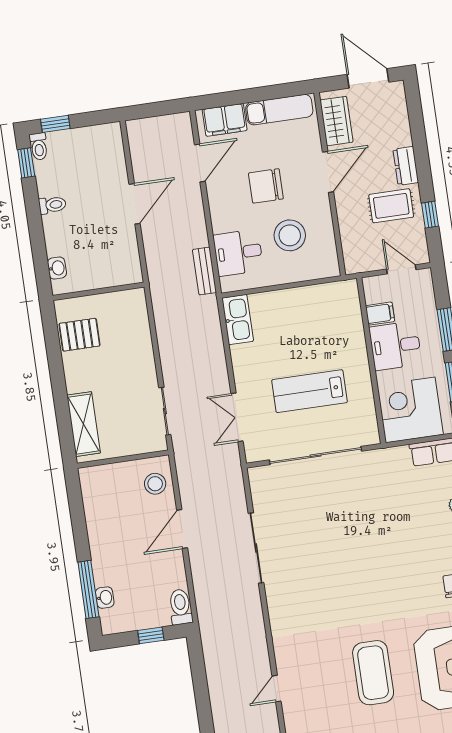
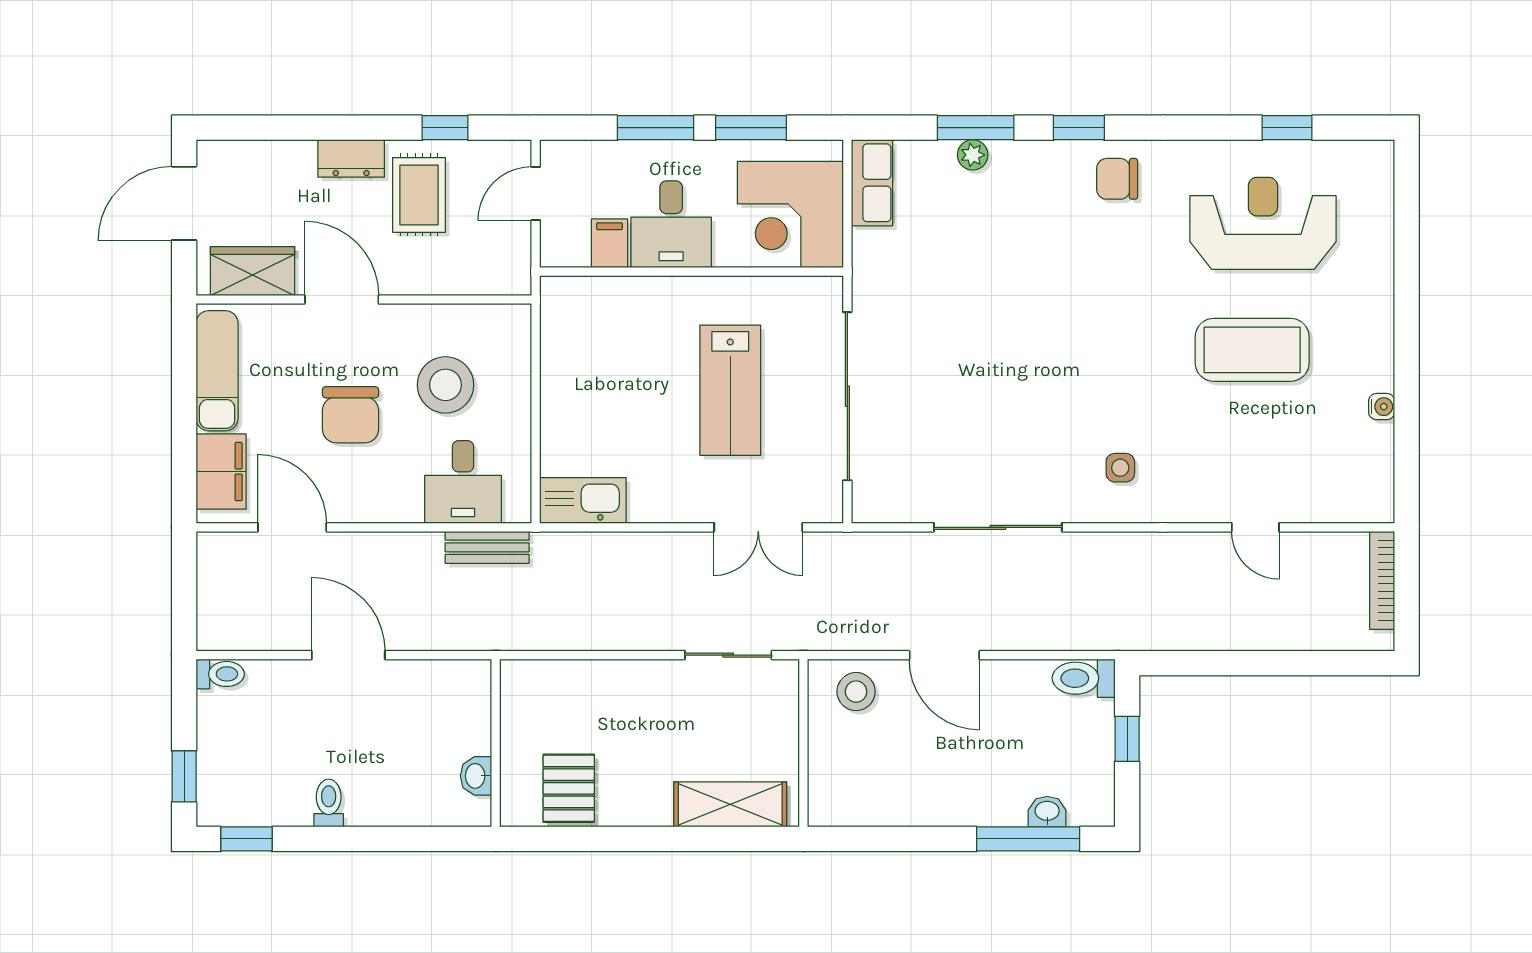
toilet: (39, 146) -> (220, 674), moved
washbasin: (57, 268) -> (476, 776), moved, turned -90
side table: (298, 610) -> (1120, 468), added

